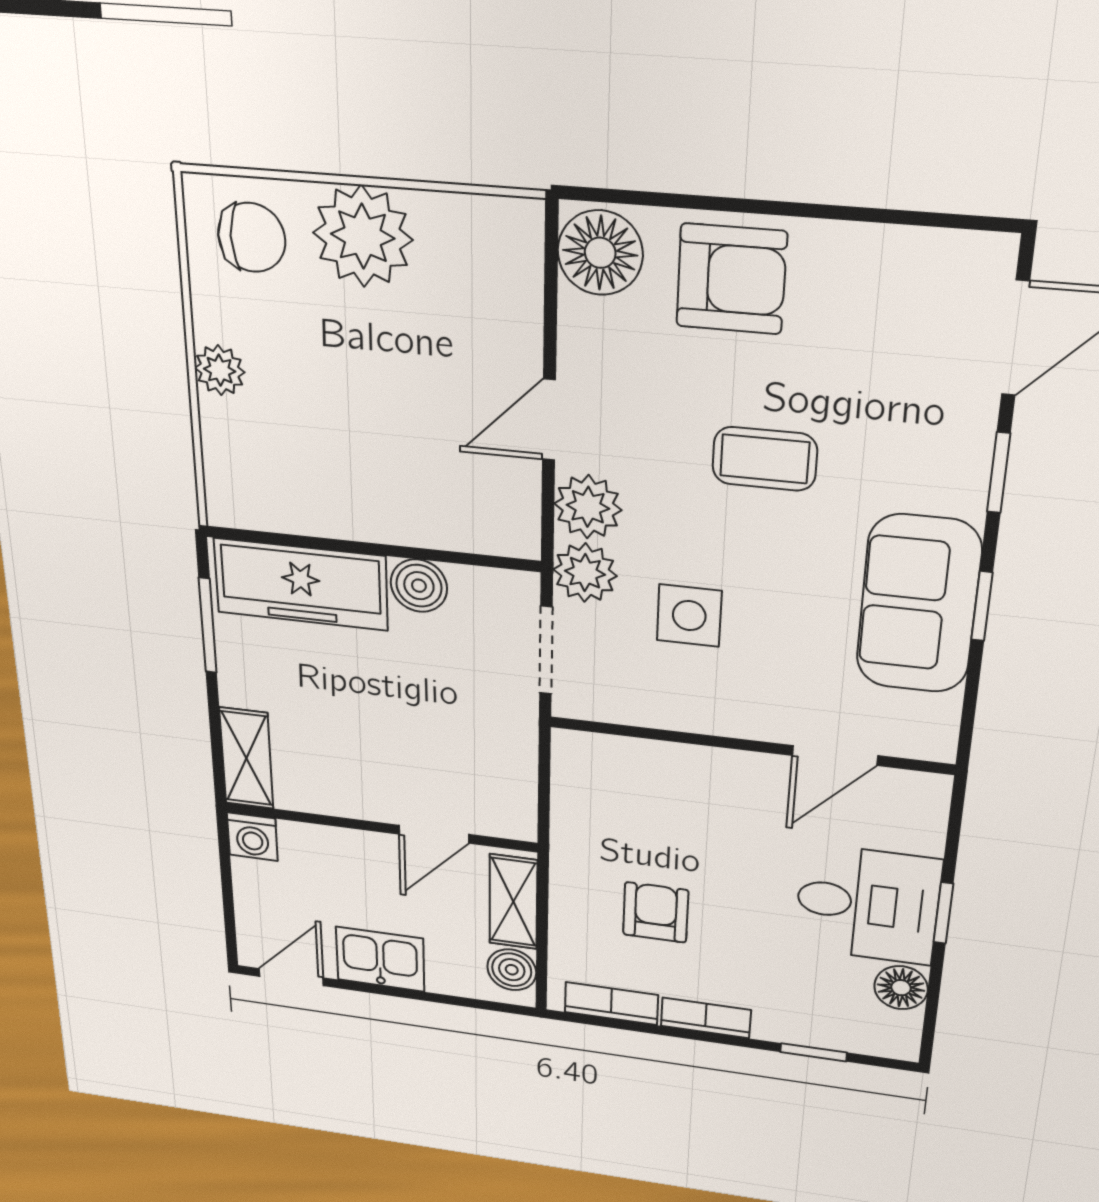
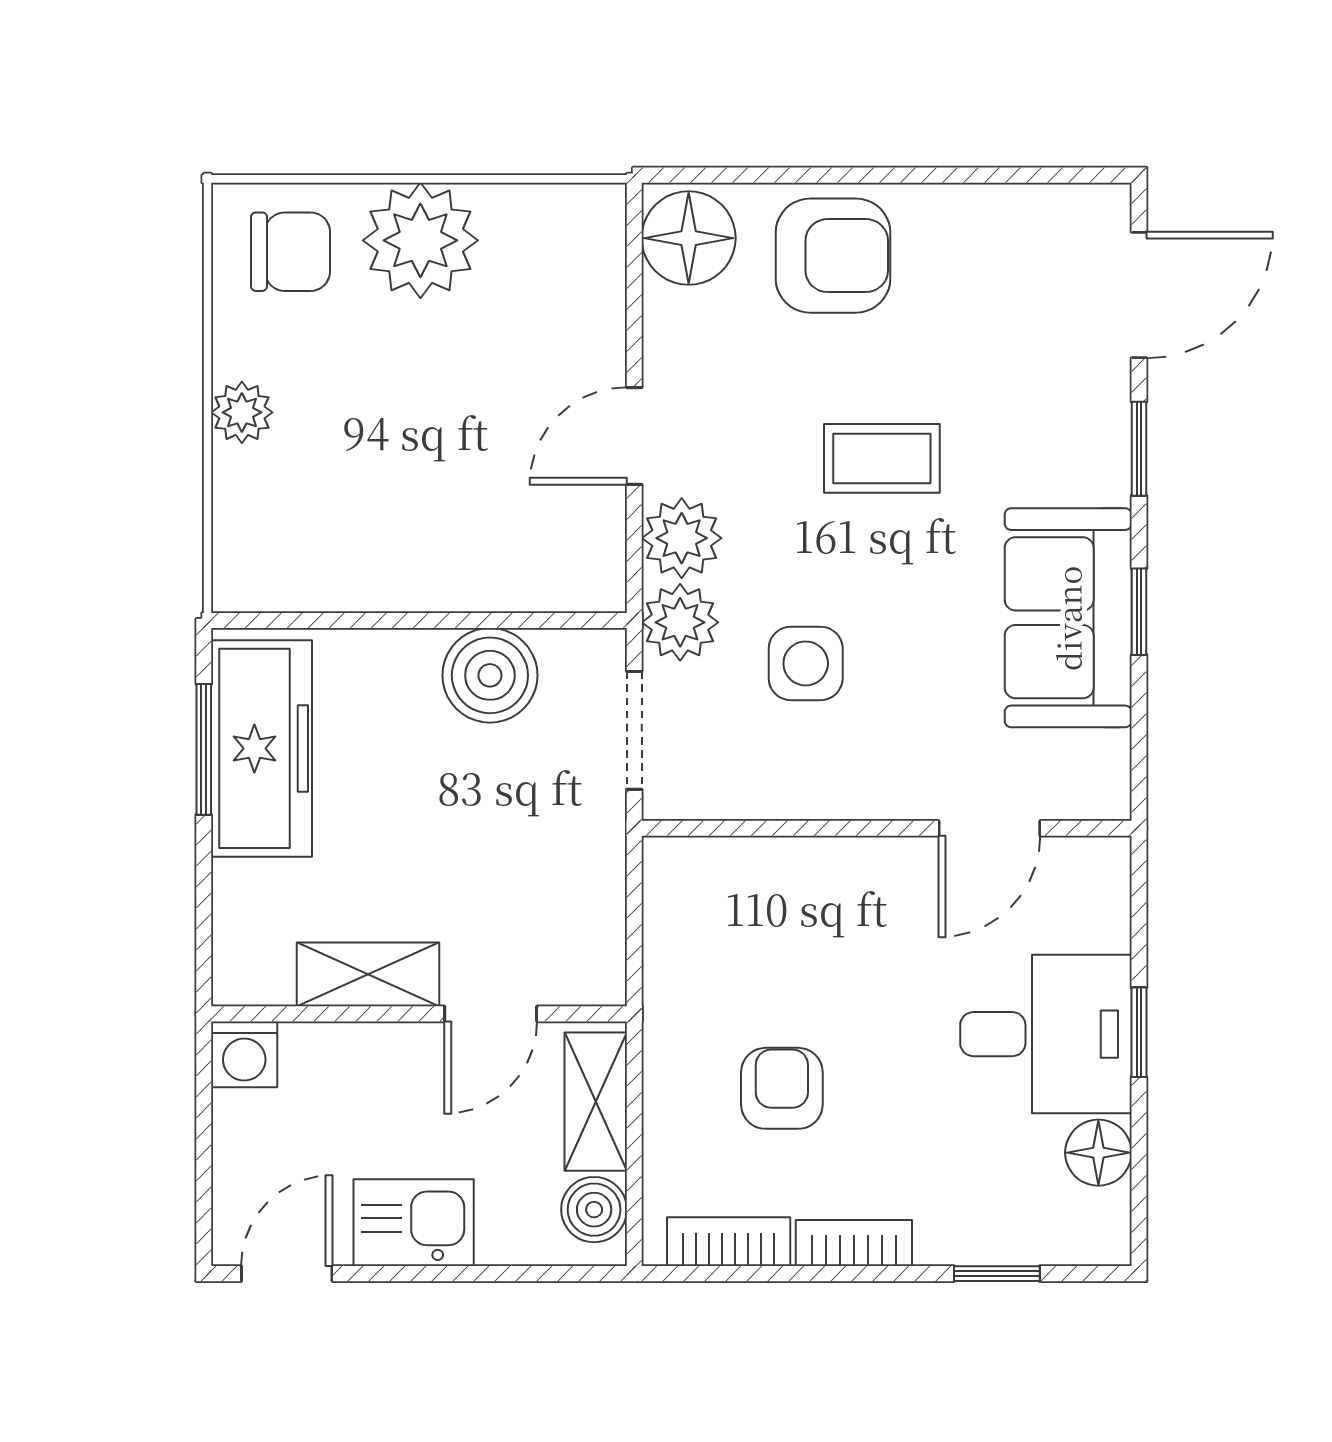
freezer: (301, 584) -> (262, 748), moved, turned -90
boiler: (419, 586) -> (490, 675), width x1.36, depth x1.36
shelving: (246, 758) -> (368, 974), moved, turned 90

